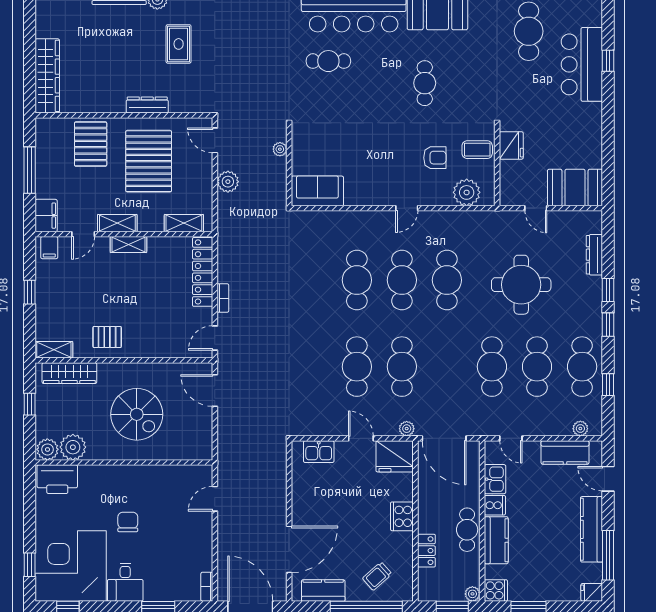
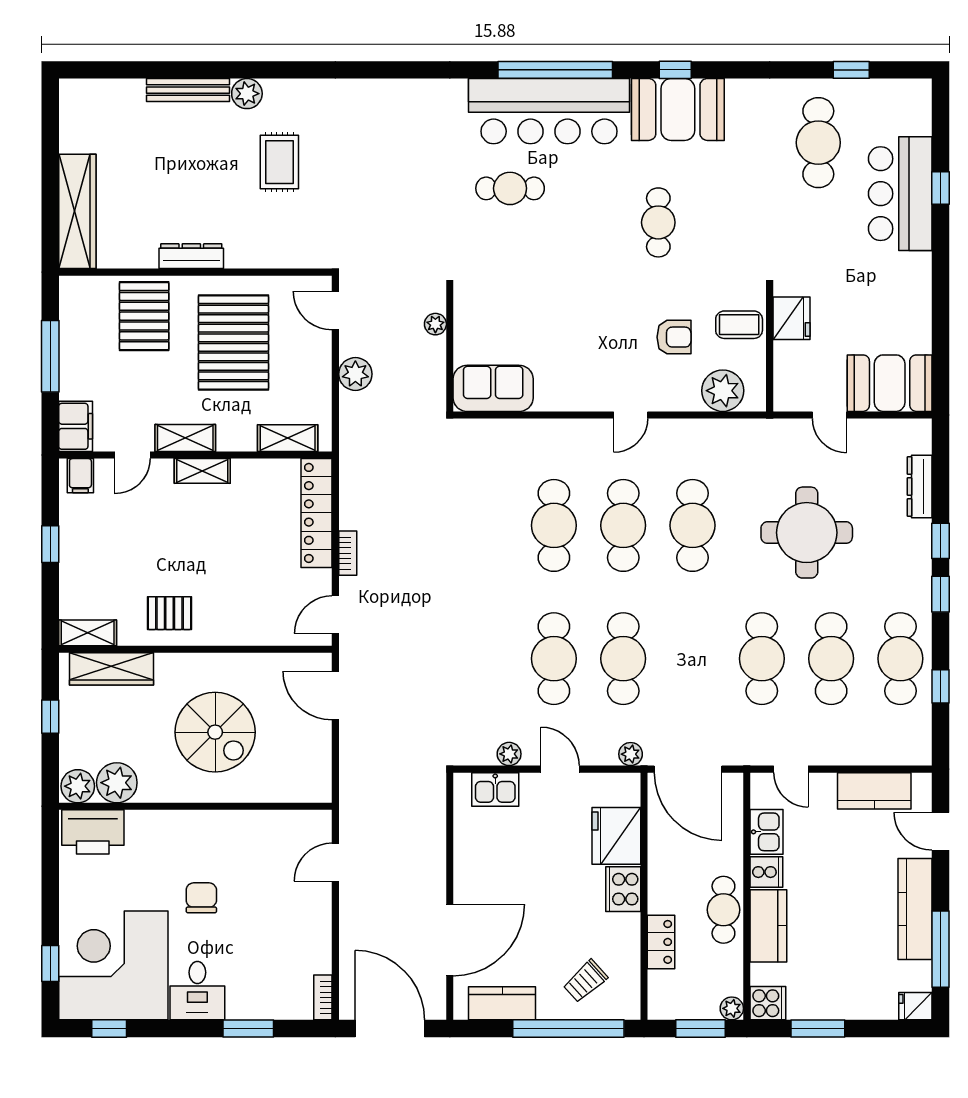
dresser: (147, 105) -> (191, 256), moved
plant: (580, 429) -> (509, 754), moved
fridge: (395, 456) -> (616, 836), moved, turned 90

